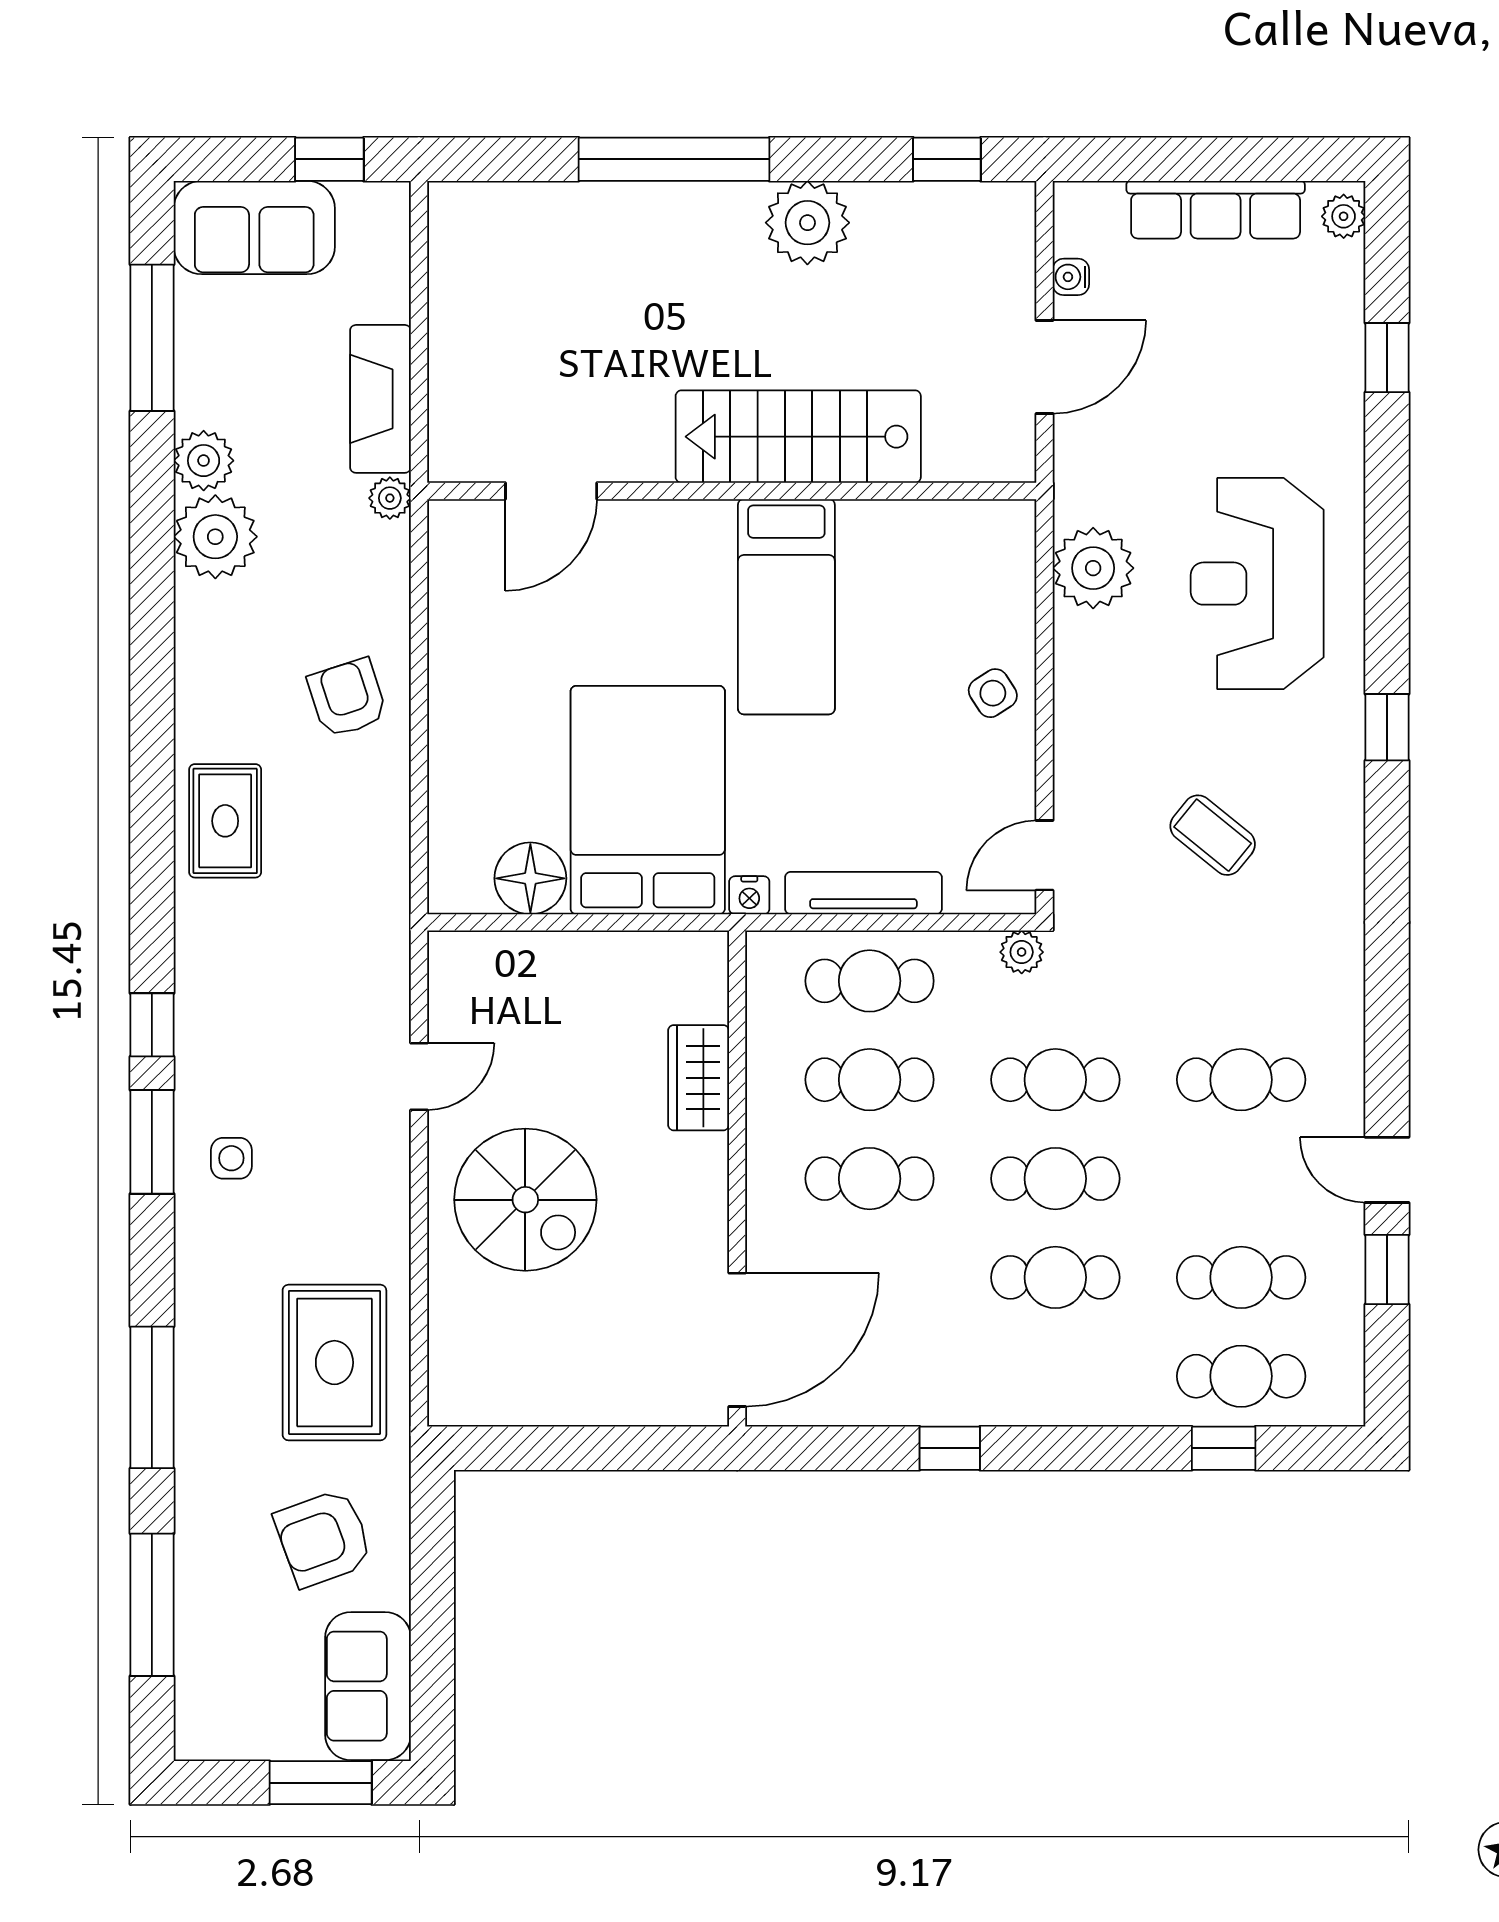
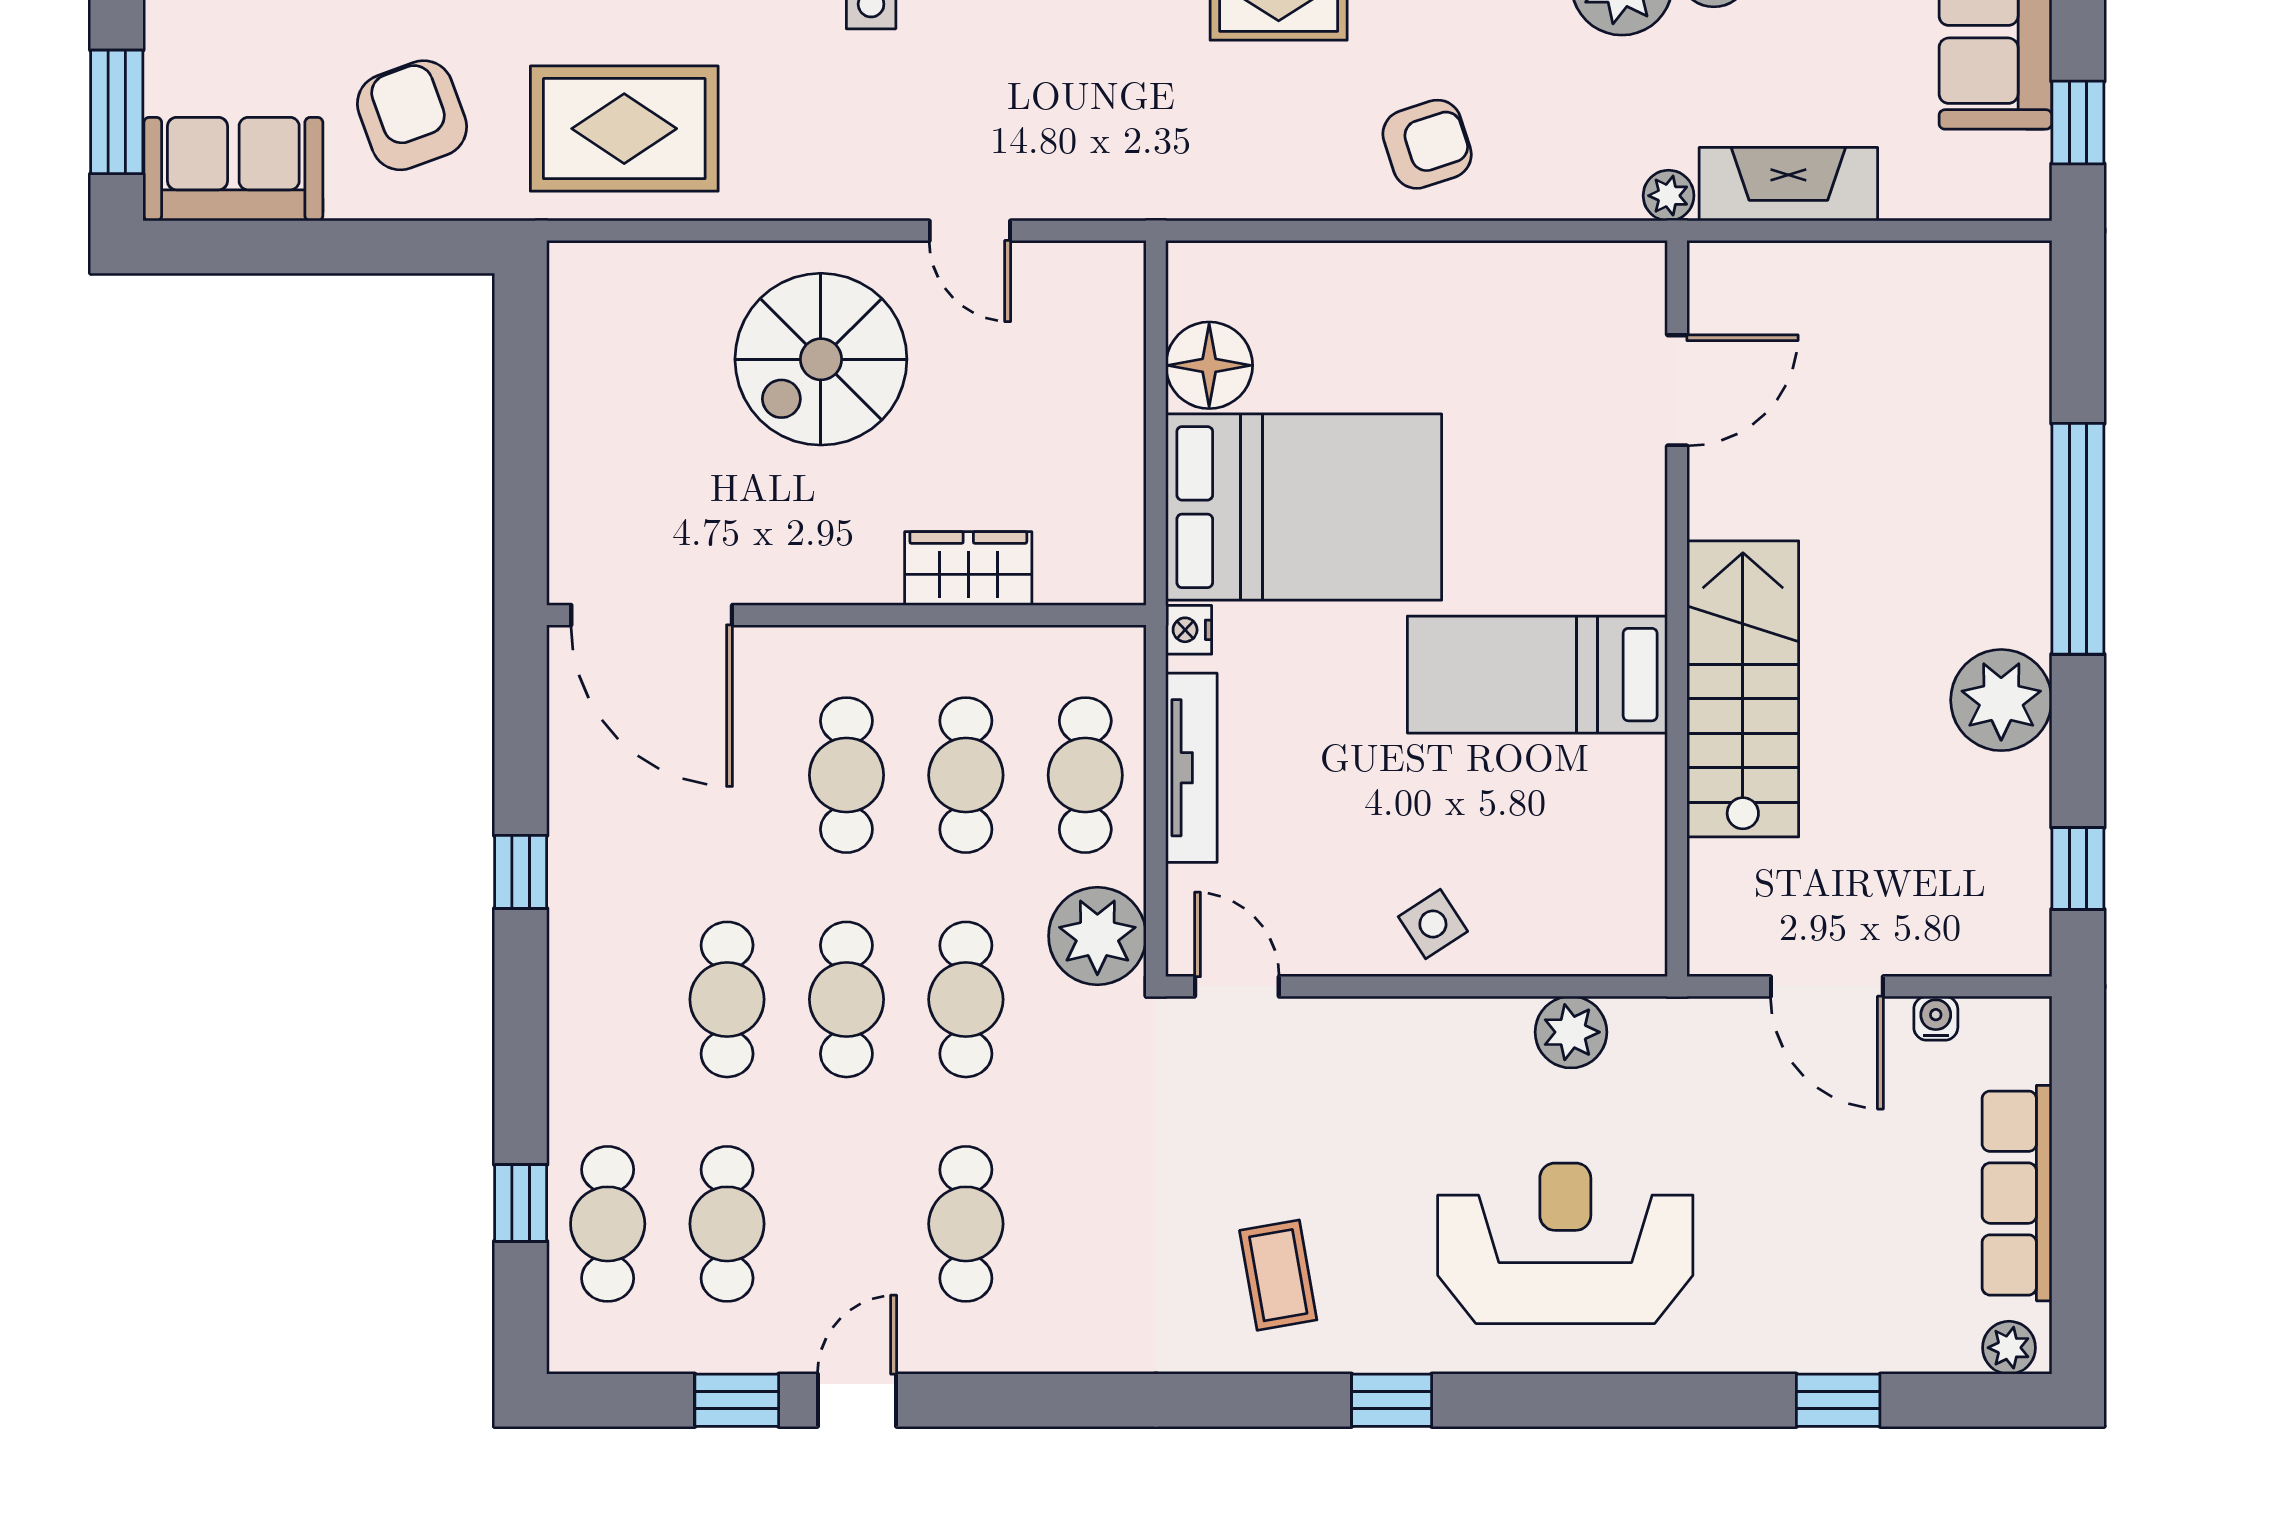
door: (551, 491) -> (1677, 390), swing flipped
plant: (1093, 568) -> (1571, 1032), width x0.73, depth x0.73
coffee table: (1213, 835) -> (1278, 1275), moved, turned -49
plant: (1022, 952) -> (1097, 936), width x1.88, depth x1.88

